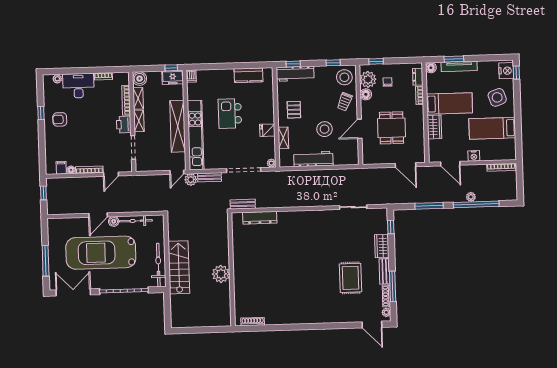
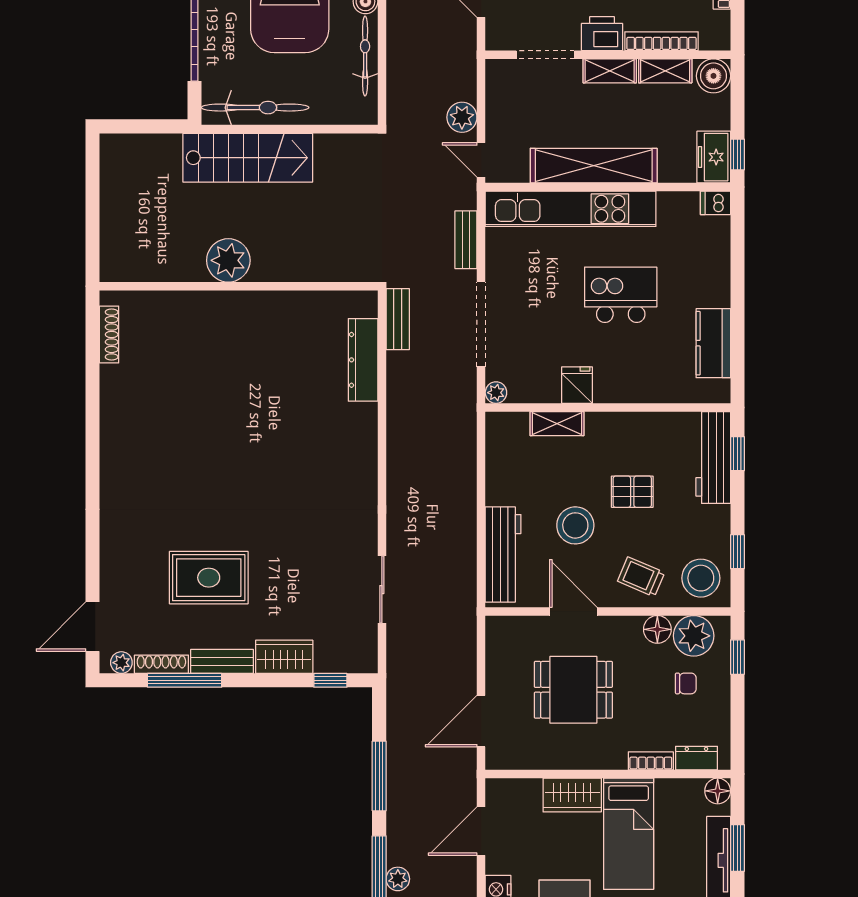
pallet: (294, 110) -> (632, 492), moved
workbench: (313, 159) -> (503, 555), moved
plant: (191, 180) -> (462, 117), moved

